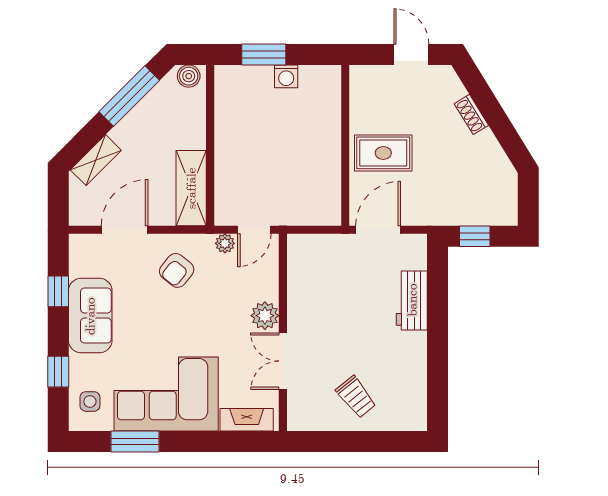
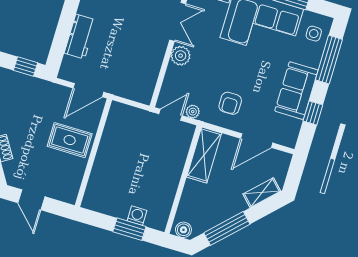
washing machine: (286, 76) -> (137, 216), moved
armchair: (177, 270) -> (230, 103), turned 141
window: (58, 372) -> (329, 60), width x2.17

